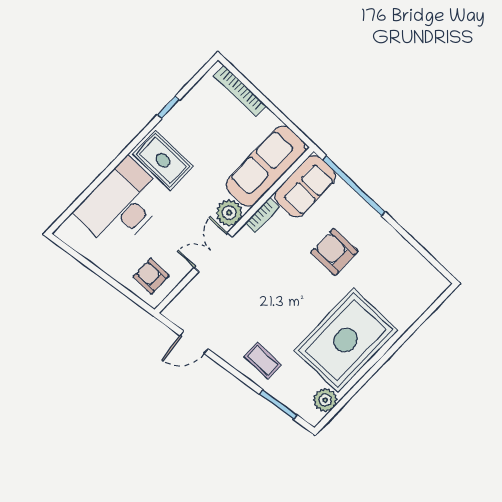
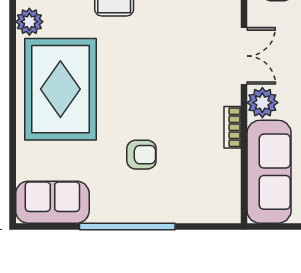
sofa: (305, 186) -> (52, 202), moved, turned 90
window: (354, 186) -> (127, 227), moved
armchair: (334, 252) -> (141, 155), width x0.72, depth x0.72

